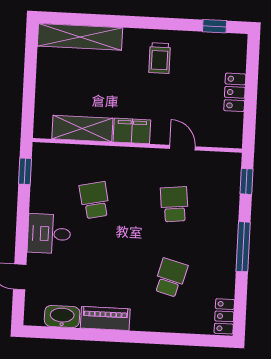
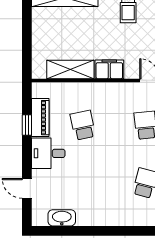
window: (25, 171) -> (27, 125), moved
piano: (105, 318) -> (40, 118), moved, turned 90

